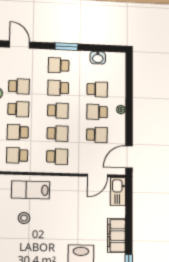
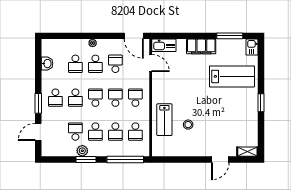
window: (66, 47) -> (38, 103), moved
school desk: (97, 89) -> (75, 64), turned 180
school desk: (18, 109) -> (95, 132), turned 180

